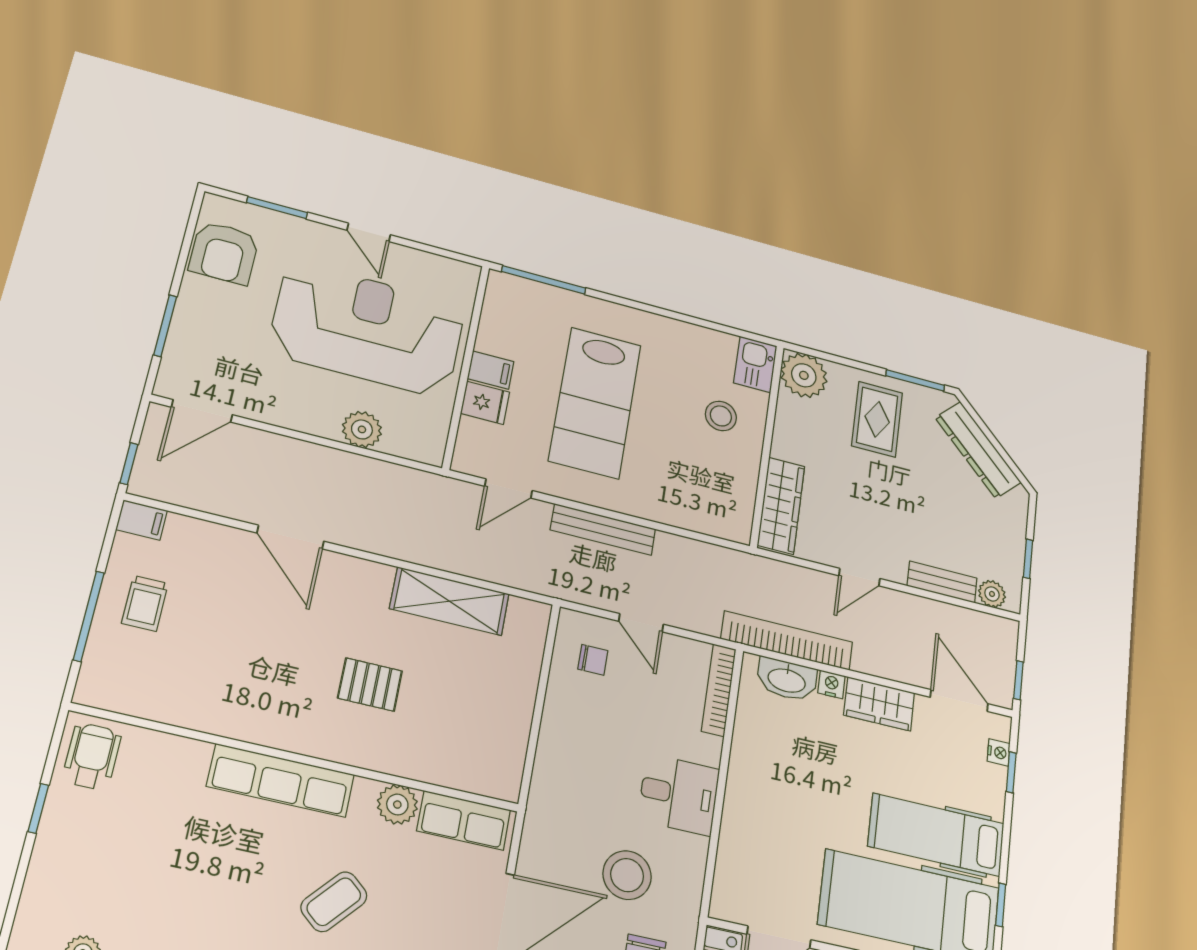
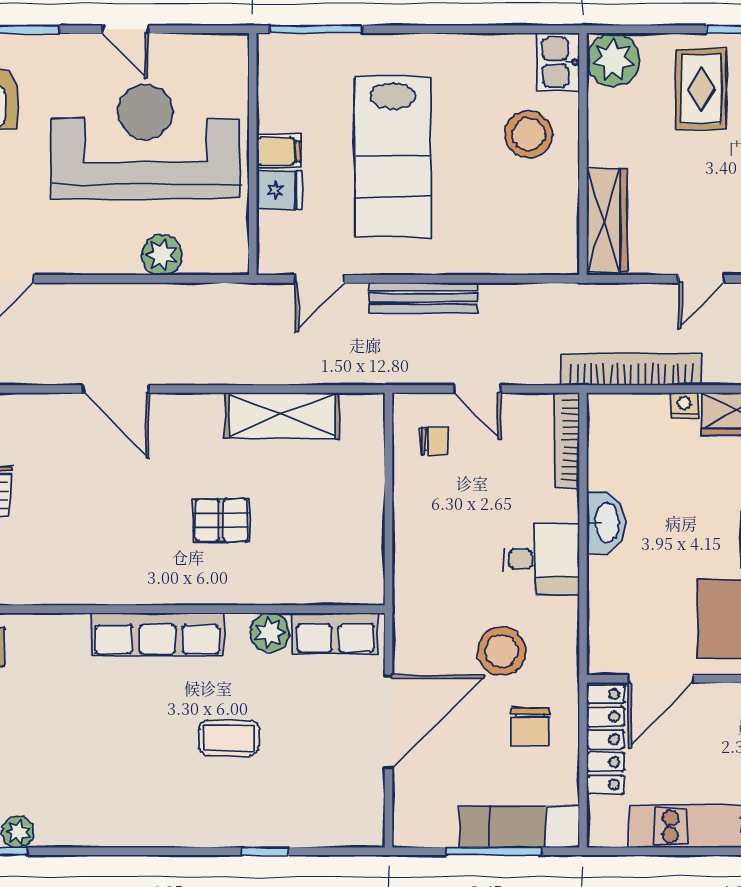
stool: (721, 416) -> (529, 134), width x1.38, depth x1.38
washbasin: (787, 680) -> (606, 522), moved, turned -90
coffee table: (334, 902) -> (229, 738), turned 49

